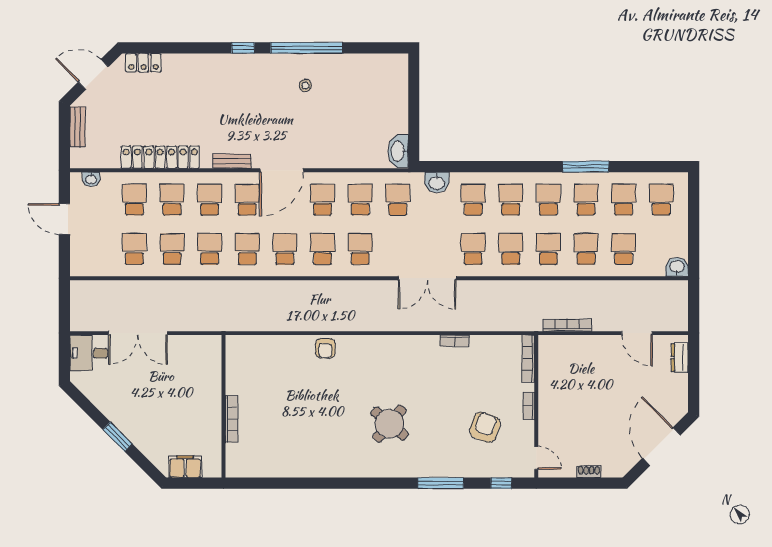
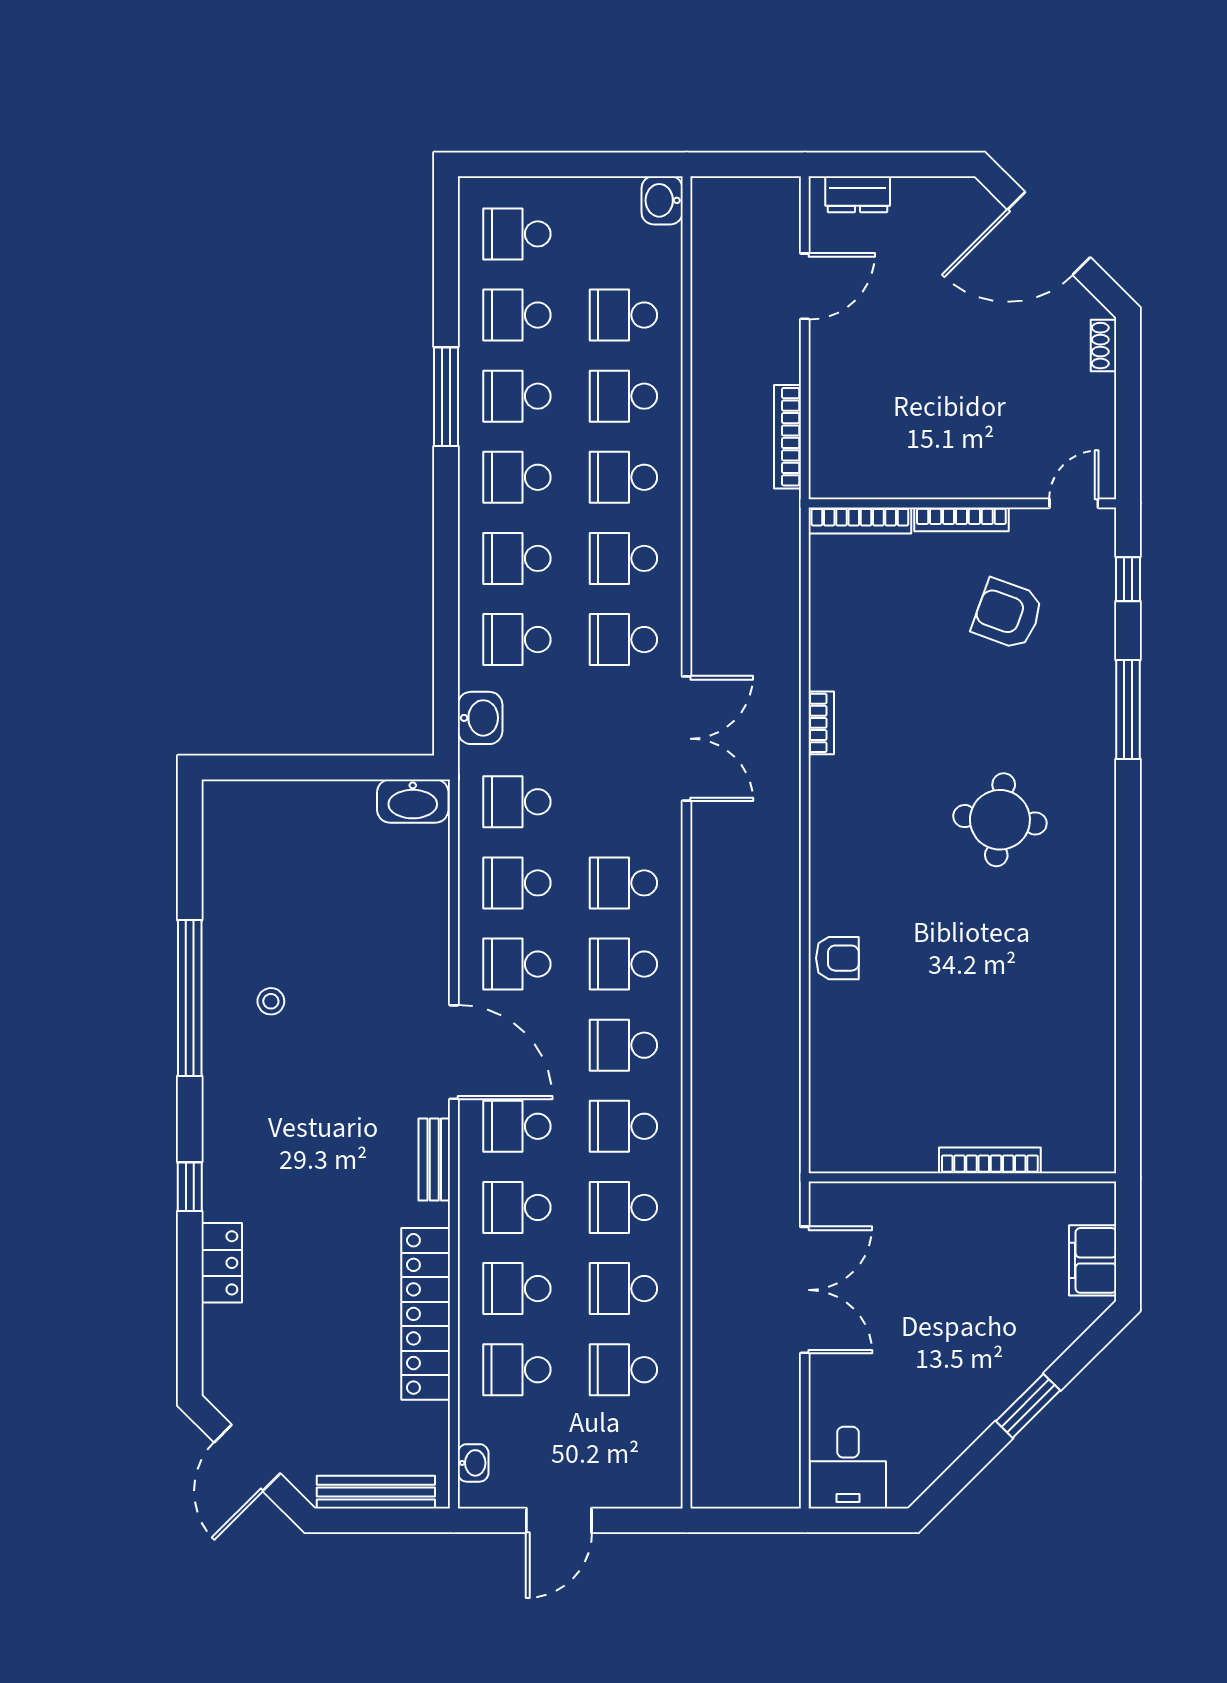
window: (243, 48) -> (190, 1187), moved
locker: (143, 63) -> (222, 1263), moved
bench: (78, 127) -> (376, 1492), width x1.36
double door: (138, 333) -> (805, 1290), moved
bookcase: (455, 341) -> (821, 723), moved
bookcase: (529, 406) -> (961, 519), width x1.56
round table: (389, 424) -> (1000, 820), turned -34
shoe rack: (589, 472) -> (1104, 346), moved

